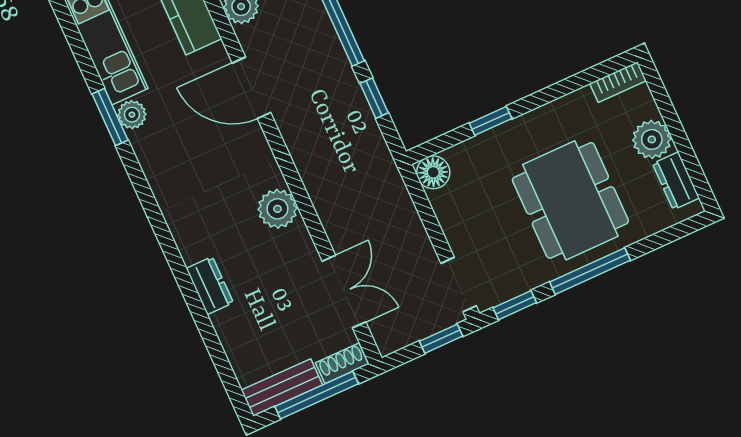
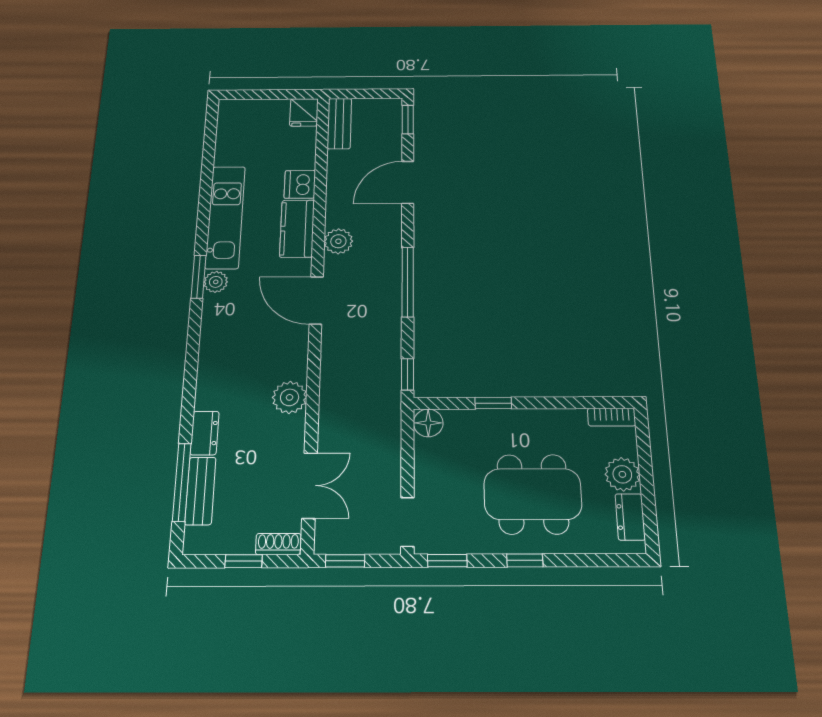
window: (374, 98) -> (408, 374), moved
dining table: (570, 200) -> (533, 494), turned 90
window: (590, 271) -> (525, 560), width x0.46
window: (441, 339) -> (345, 561), moved
window: (214, 346) -> (182, 482), added
bench: (282, 388) -> (200, 491), moved, turned 90
window: (317, 395) -> (244, 561), width x0.46

